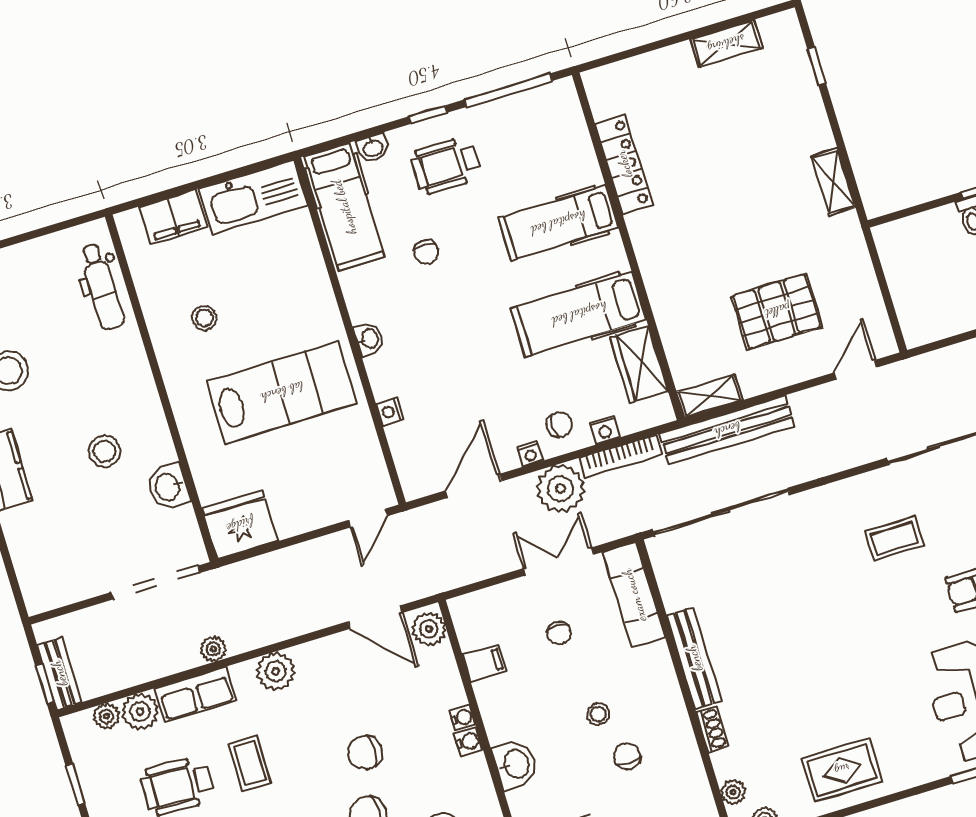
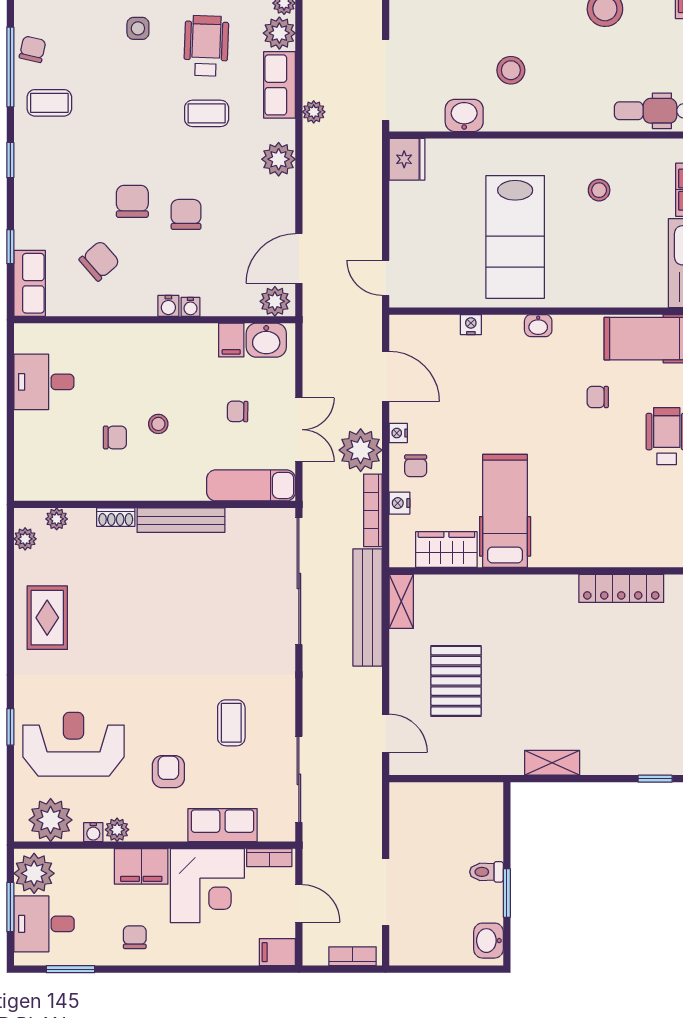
hospital bed: (558, 223) -> (588, 517), removed
fridge: (240, 525) -> (407, 159), width x0.73, depth x0.75
washbasin: (516, 764) -> (266, 340), moved

